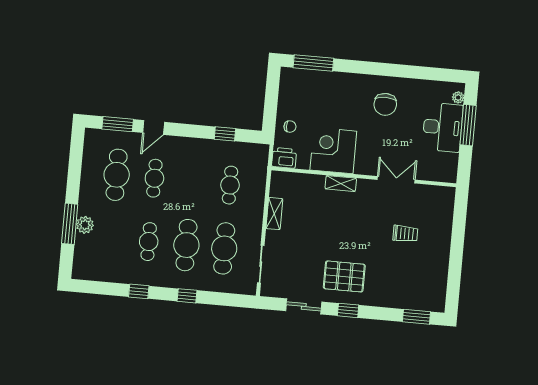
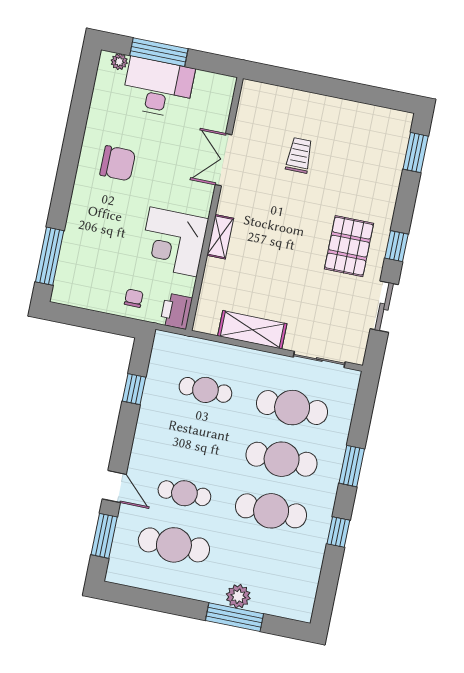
shelving: (274, 214) -> (252, 330), width x1.50, depth x1.33
cafe table: (149, 242) -> (271, 511), width x1.37, depth x1.35
window: (187, 296) -> (352, 466), width x1.50

